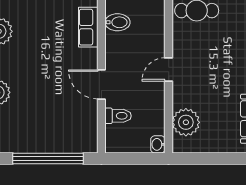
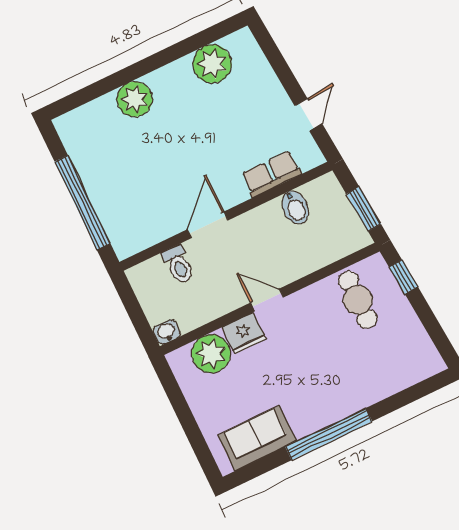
fridge: (183, 95) -> (244, 333), added

